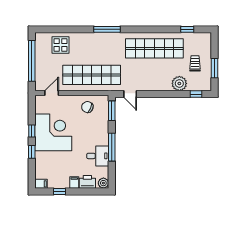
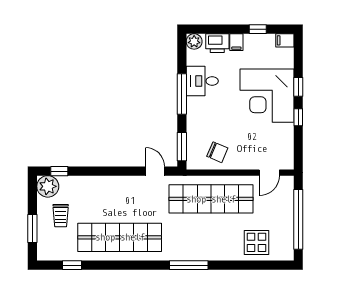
window: (214, 68) -> (32, 229), moved
plant: (179, 83) -> (48, 186), moved
corner desk: (53, 132) -> (267, 96), moved

